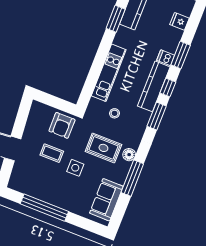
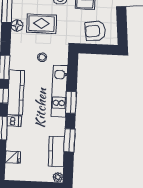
window: (101, 57) -> (71, 102), added
armchair: (62, 125) -> (95, 31), moved, turned -98

